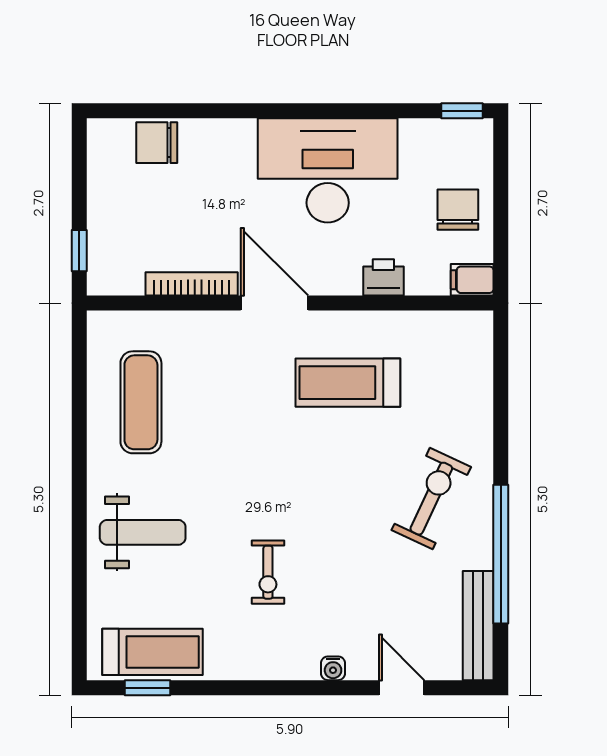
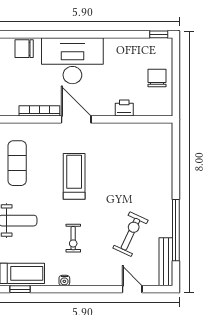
desk: (328, 170) -> (72, 61), moved
filing cabinet: (472, 280) -> (163, 109), removed
treadmill: (348, 383) -> (74, 176), moved, turned 90
exercise bike: (431, 499) -> (130, 234), moved
water cooler: (333, 668) -> (64, 281), moved

